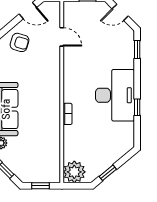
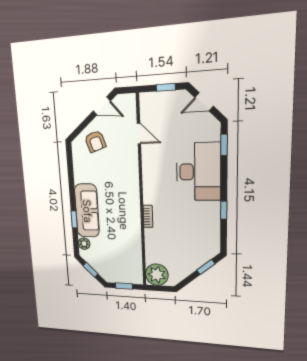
armchair: (19, 42) -> (95, 141), turned 55
desk: (115, 95) -> (198, 172), moved
window: (108, 173) -> (206, 267), moved

